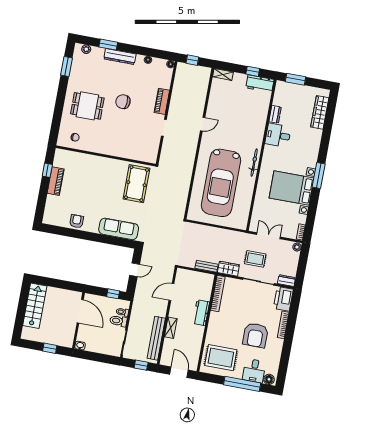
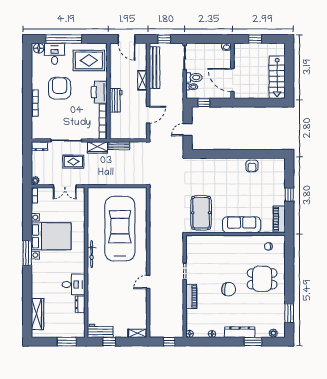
window: (47, 170) -> (289, 195), moved
piano: (56, 181) -> (279, 219), moved
sofa: (119, 229) -> (242, 225), moved, turned 180
printer: (283, 299) -> (99, 92), moved, turned 180

